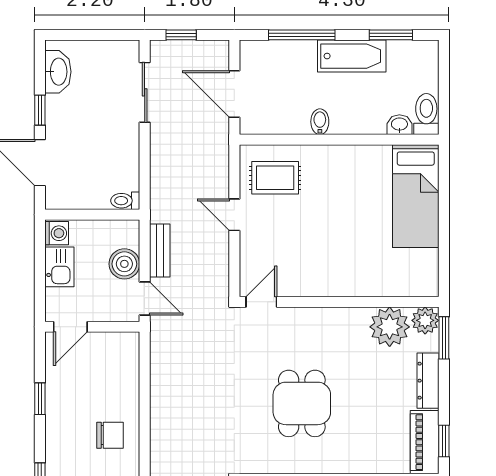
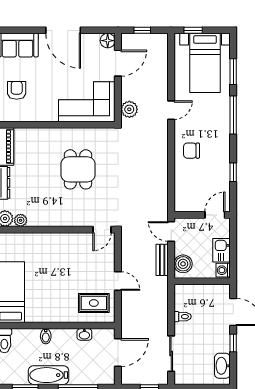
door: (234, 94) -> (118, 353), hinge flipped
bidet: (320, 122) -> (46, 336), moved
washbasin: (399, 125) -> (84, 334), moved
toilet: (125, 201) -> (183, 317), moved
boiler: (124, 264) -> (183, 264), moved
plant: (390, 327) -> (21, 220), width x0.53, depth x0.53

